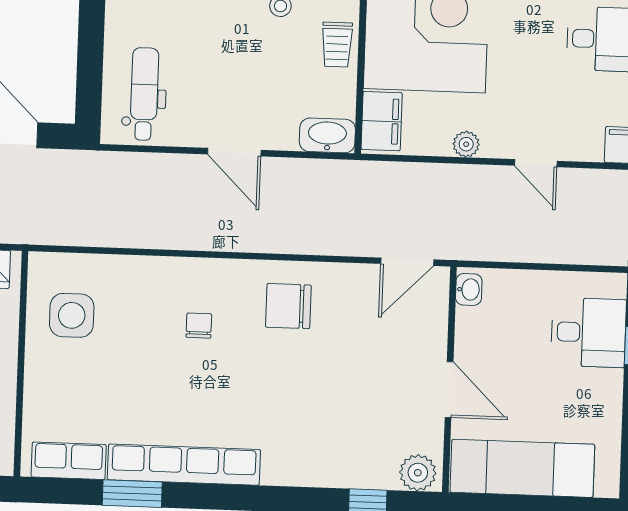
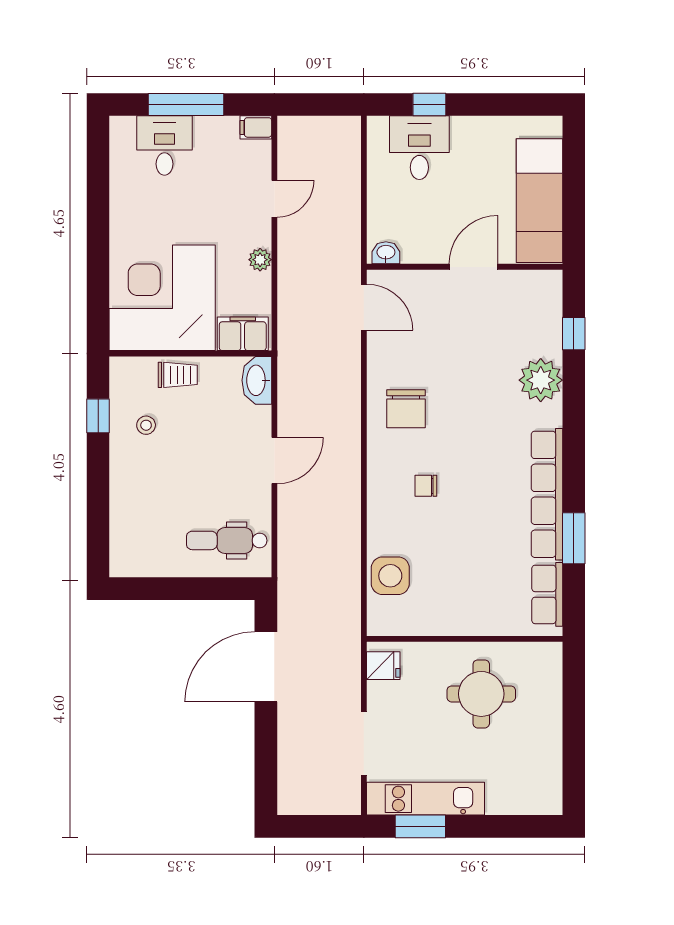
side table: (72, 315) -> (390, 576), moved
plant: (418, 473) -> (541, 380), moved, width x1.36, depth x1.36

